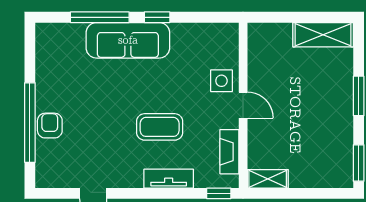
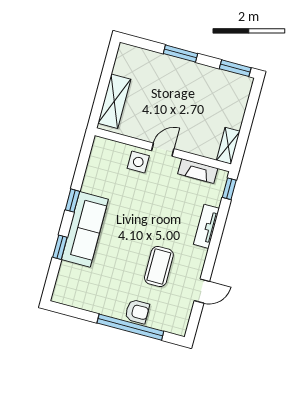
window: (100, 17) -> (60, 247), width x0.46
shelving: (323, 35) -> (114, 101), moved
armchair: (50, 126) -> (137, 312), turned 180
coffee table: (160, 127) -> (159, 266), moved

